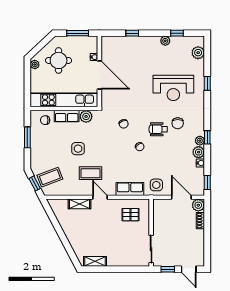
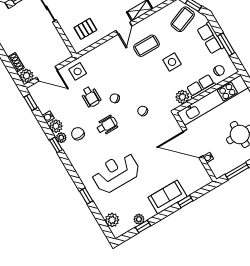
plant: (165, 41) -> (139, 219), moved
sofa: (144, 45) -> (168, 197), added
chair: (178, 123) -> (78, 134), moved
wheelchair: (158, 159) -> (91, 97), added
row of seats: (130, 189) -> (211, 38), moved, turned 90
door: (100, 197) -> (124, 28), hinge flipped

